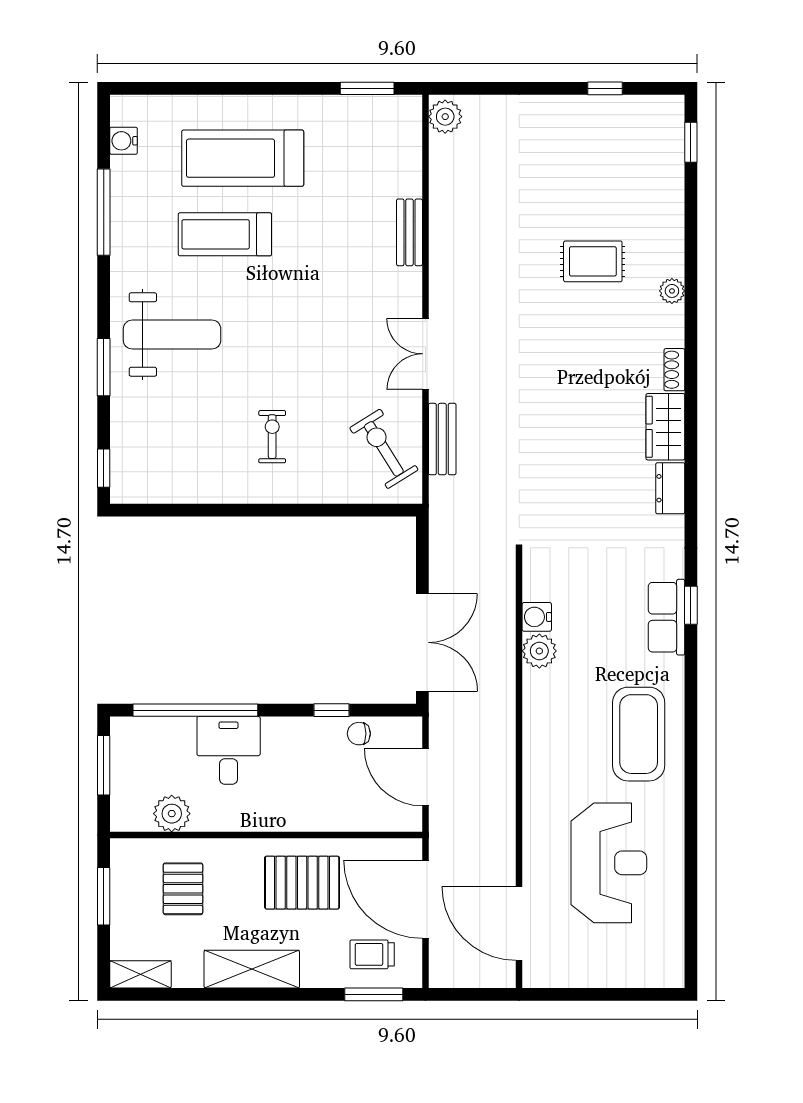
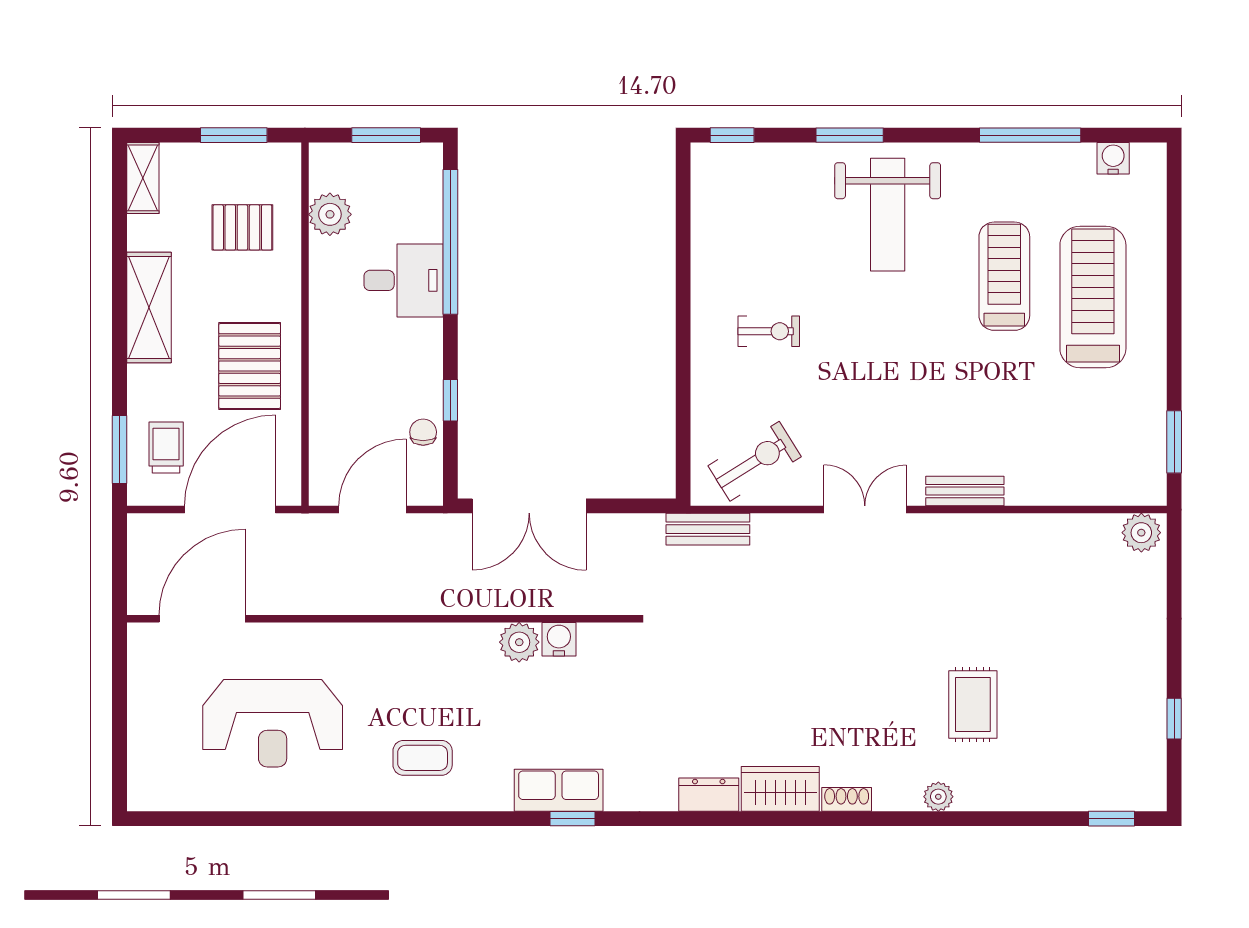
bench: (409, 232) -> (965, 491), moved
bench: (442, 439) -> (708, 529), moved
coffee table: (639, 734) -> (423, 758), width x0.54, depth x0.58

